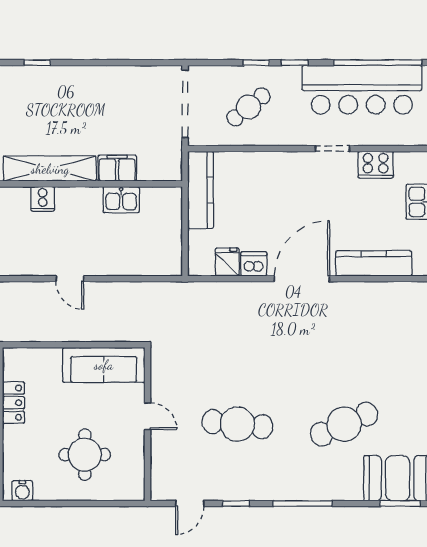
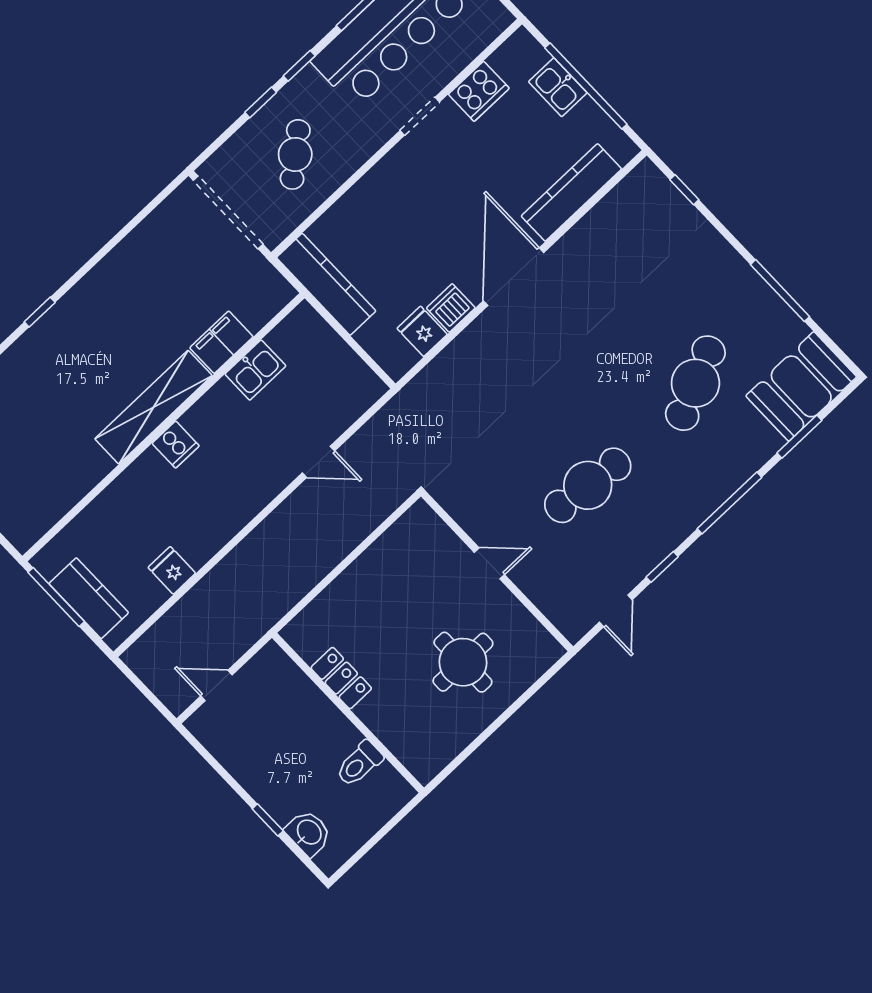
door: (70, 279) -> (318, 462), moved
sofa: (104, 365) -> (396, 554), removed
water cooler: (22, 491) -> (434, 758), removed
window: (400, 504) -> (799, 437), moved

